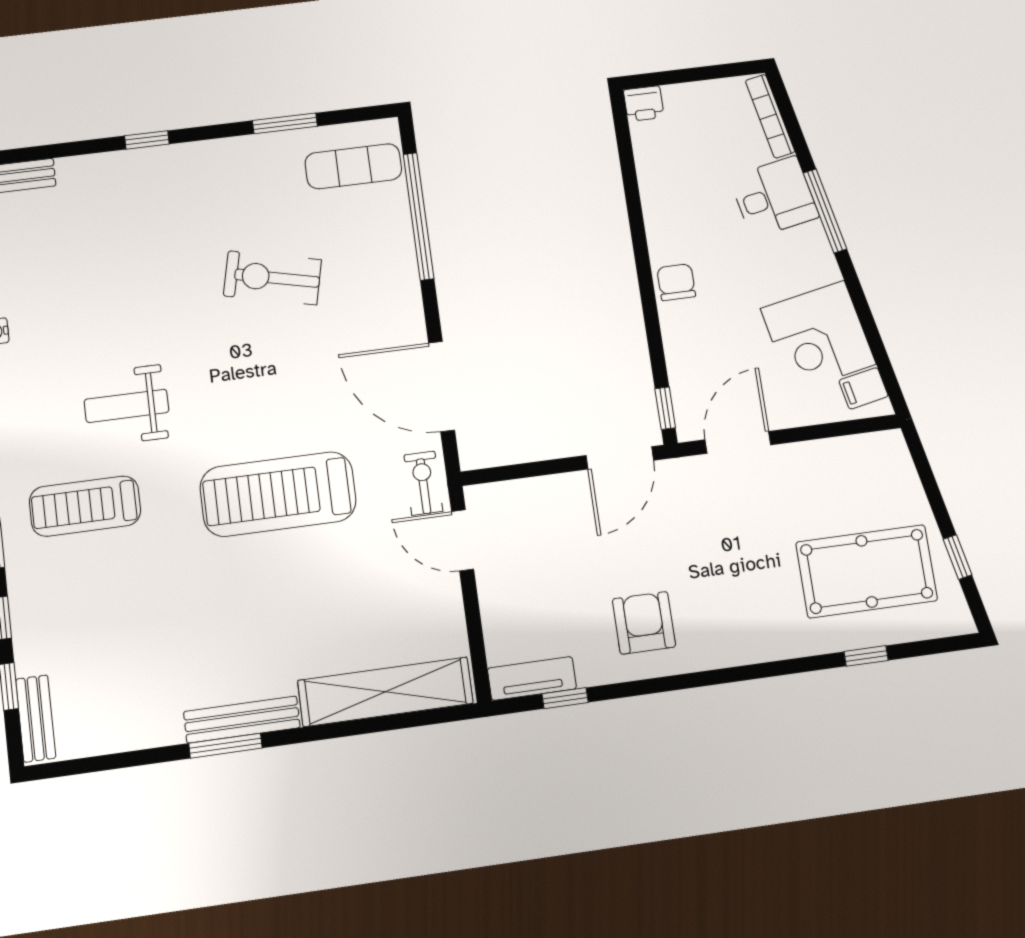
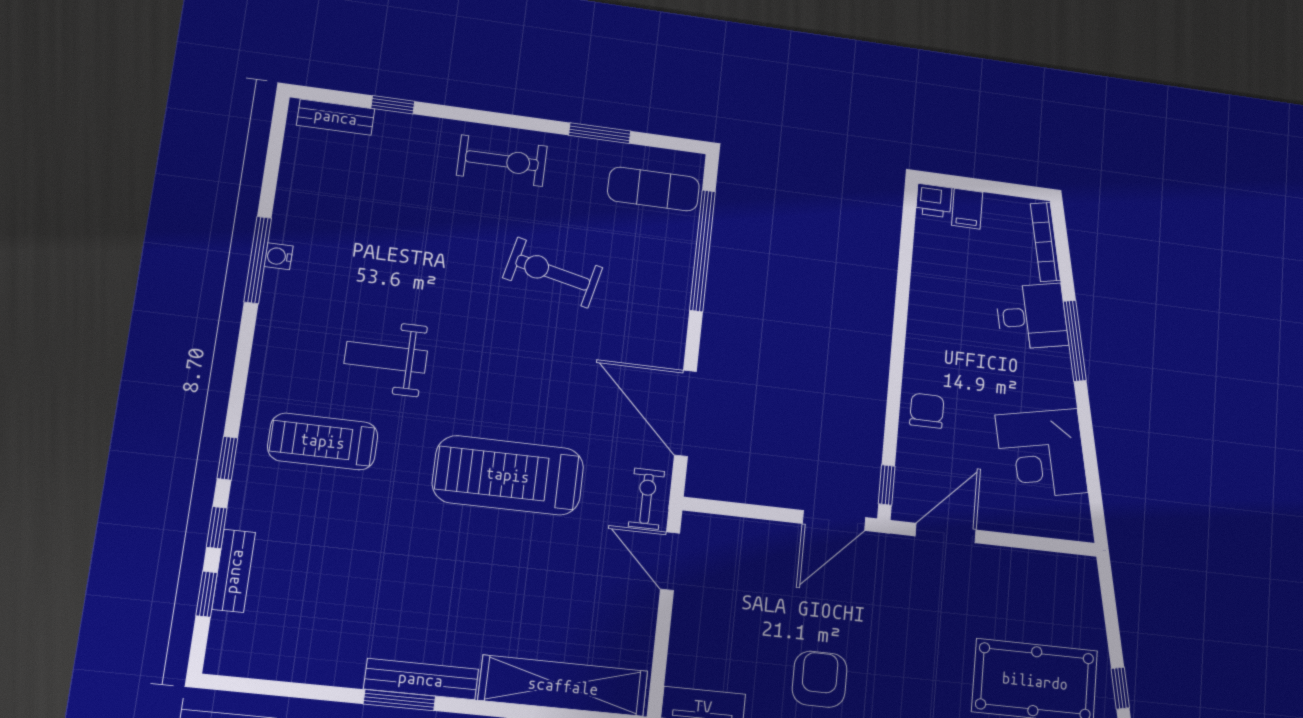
window: (147, 140) -> (393, 105), moved
exercise bike: (193, 177) -> (502, 161), added
chair: (676, 282) -> (927, 411), moved
filing cabinet: (863, 388) -> (967, 209), moved, turned -79
bench: (36, 718) -> (234, 571), moved

